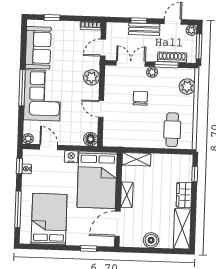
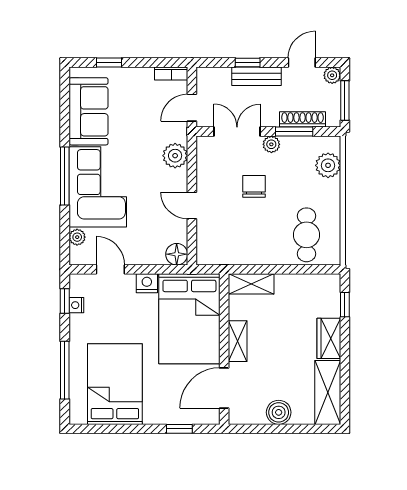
plant: (28, 139) -> (77, 237), moved

